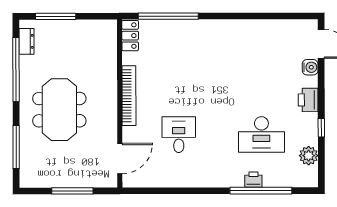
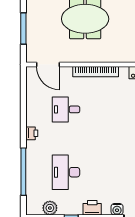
desk: (179, 135) -> (66, 109), turned 180
printer: (253, 180) -> (32, 133), moved

